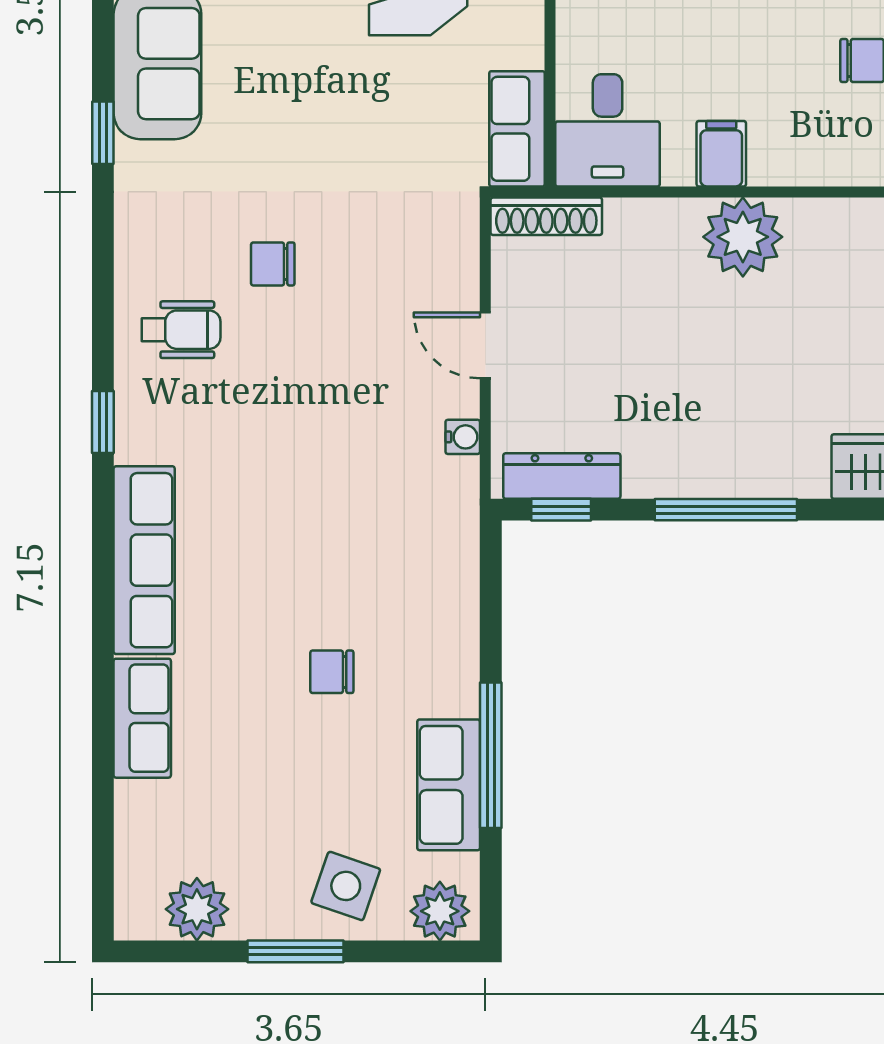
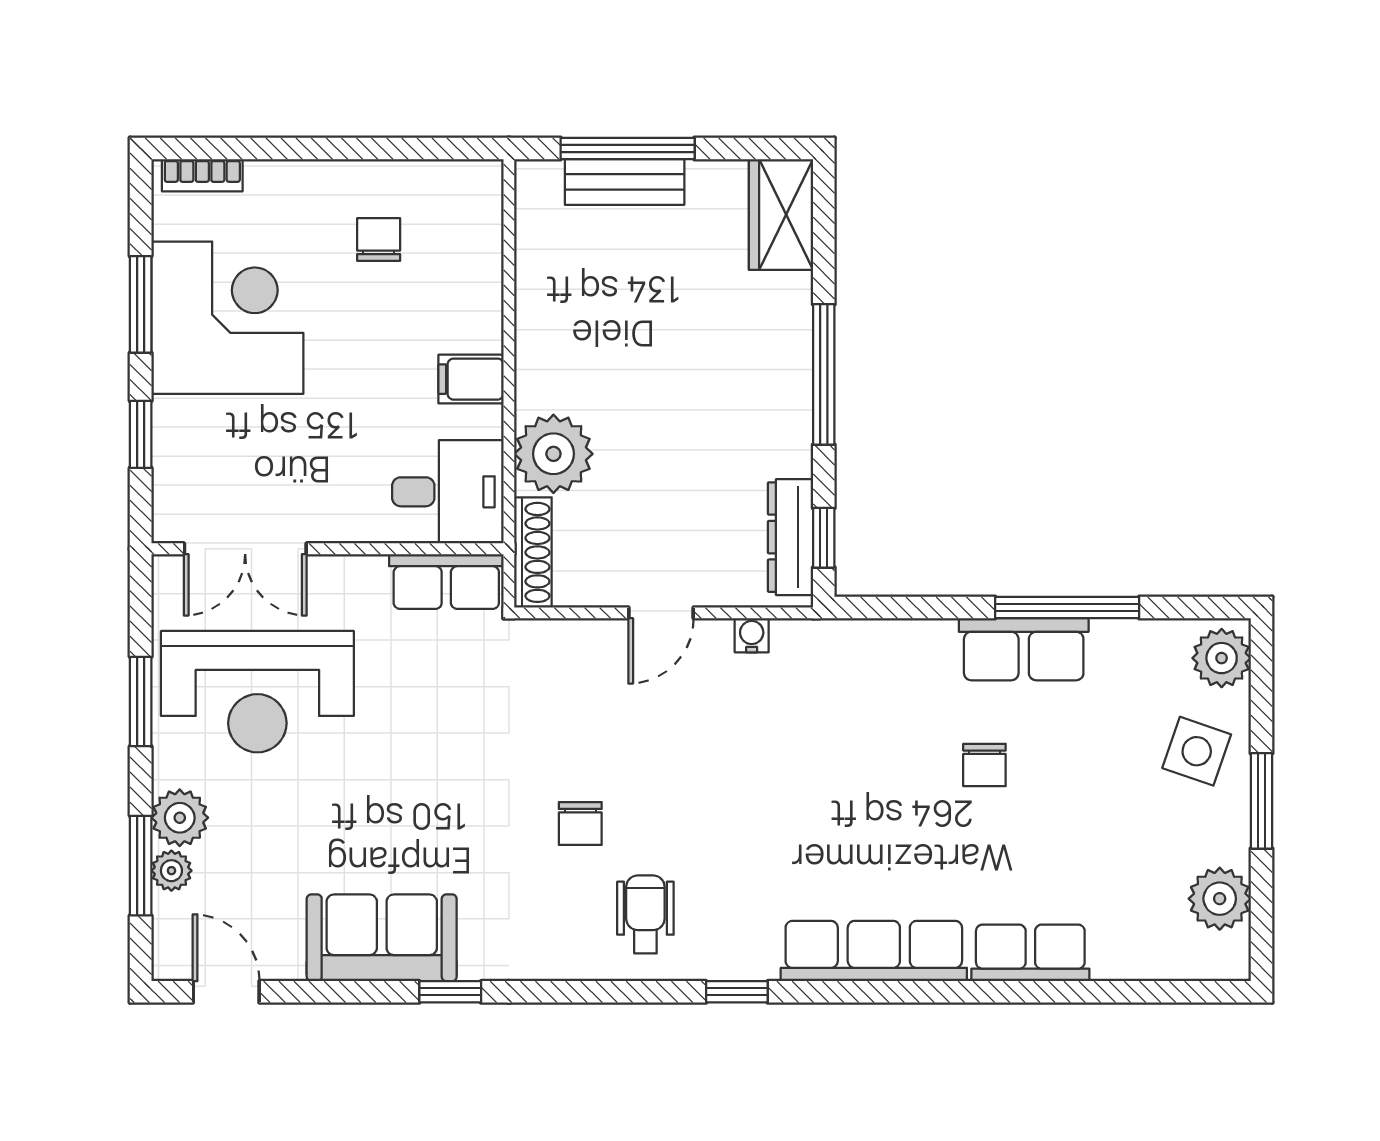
plant: (743, 237) -> (553, 454), moved
row of seats: (449, 785) -> (1024, 649), moved

